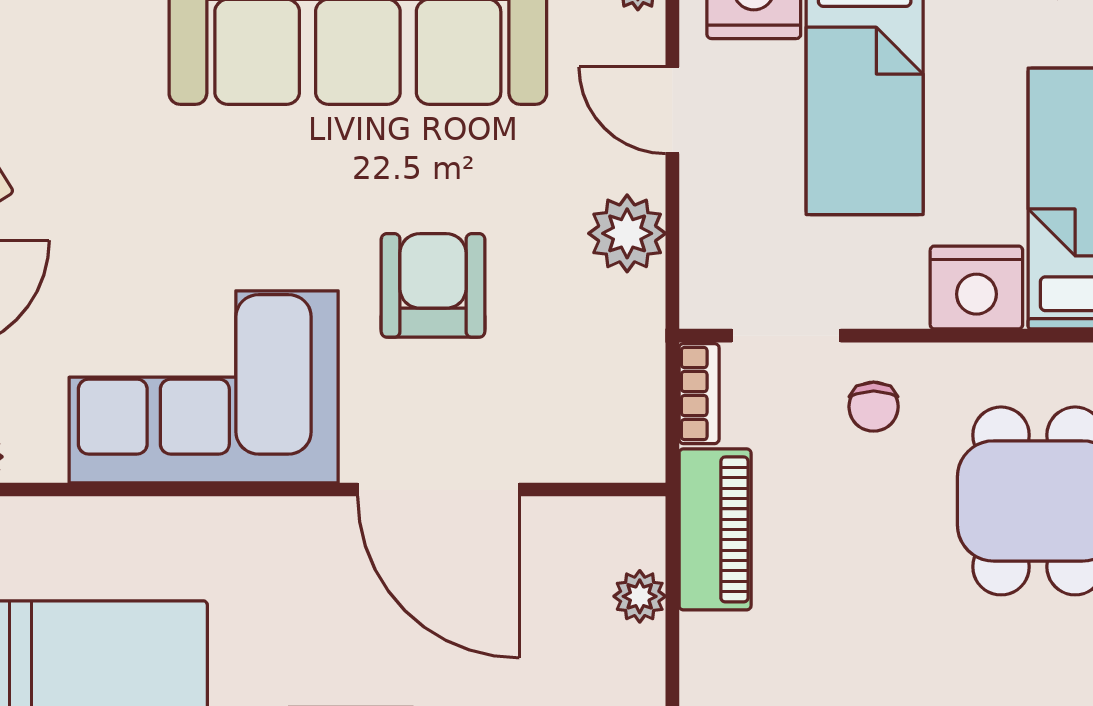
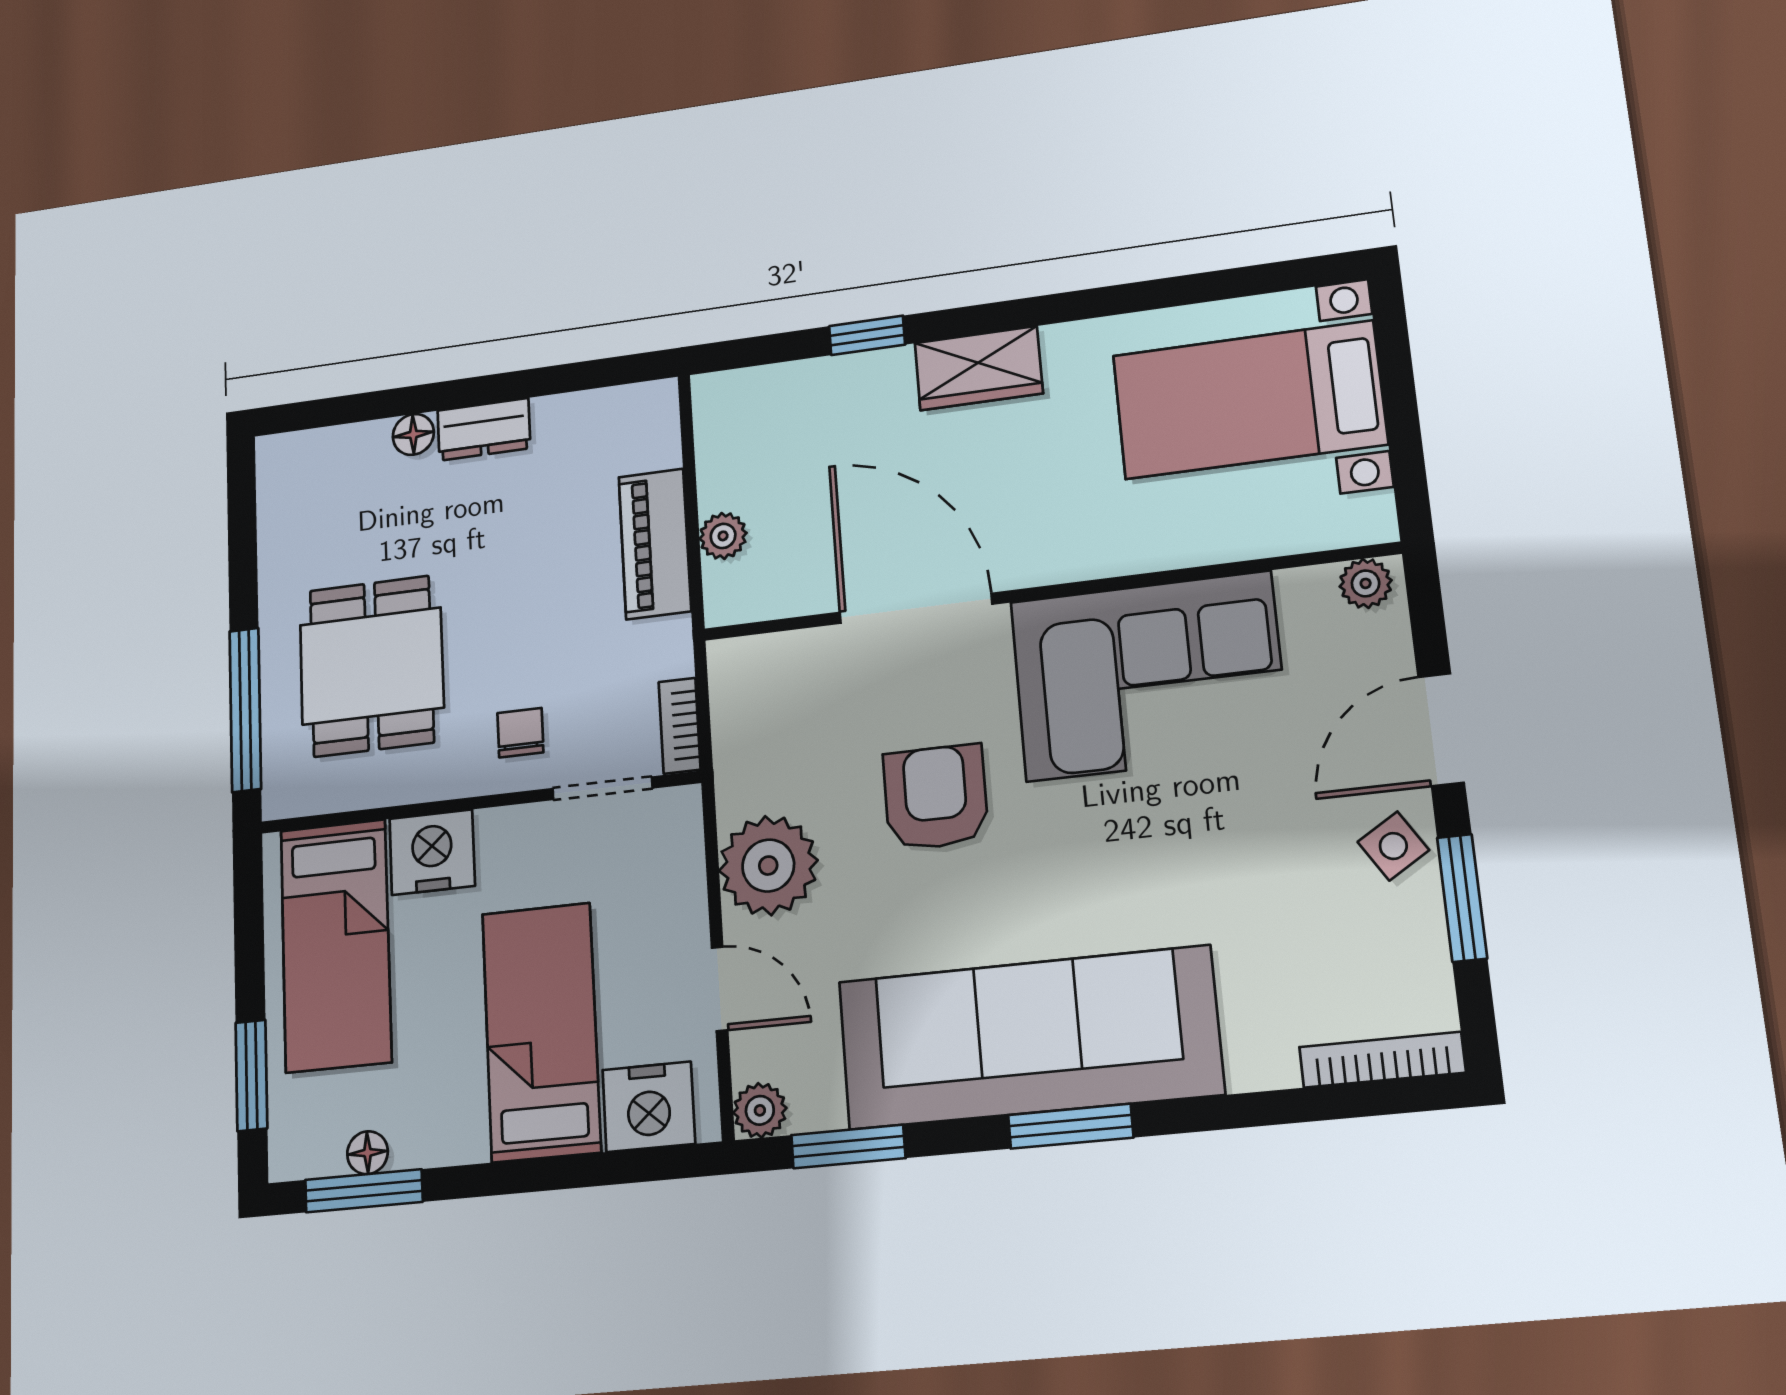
plant: (627, 233) -> (768, 866), width x1.36, depth x1.36
armchair: (433, 285) -> (936, 797), turned 180
piano: (715, 529) -> (655, 544), moved

